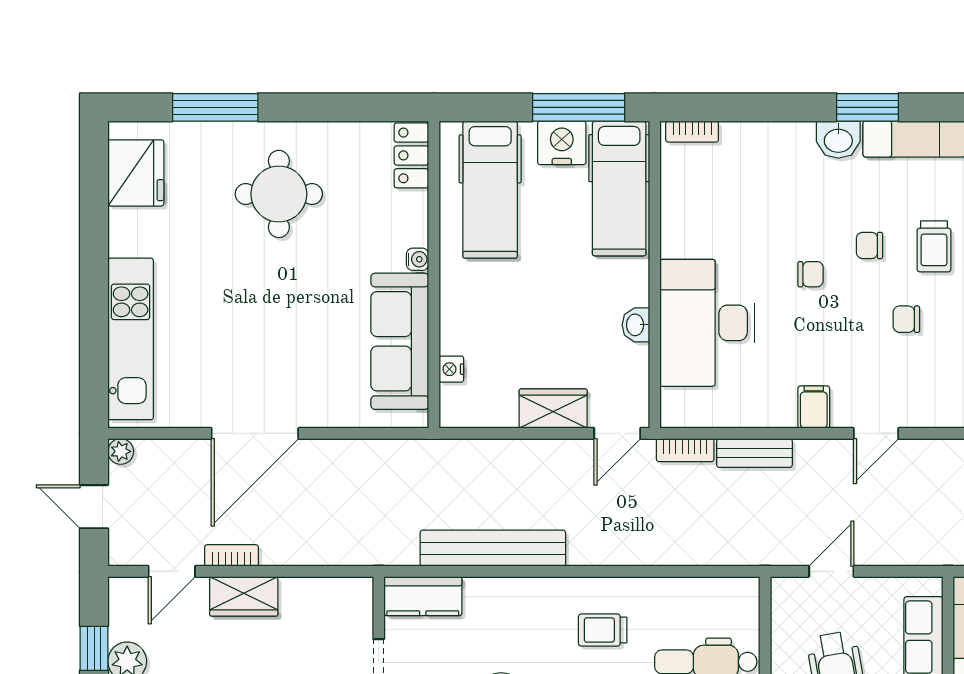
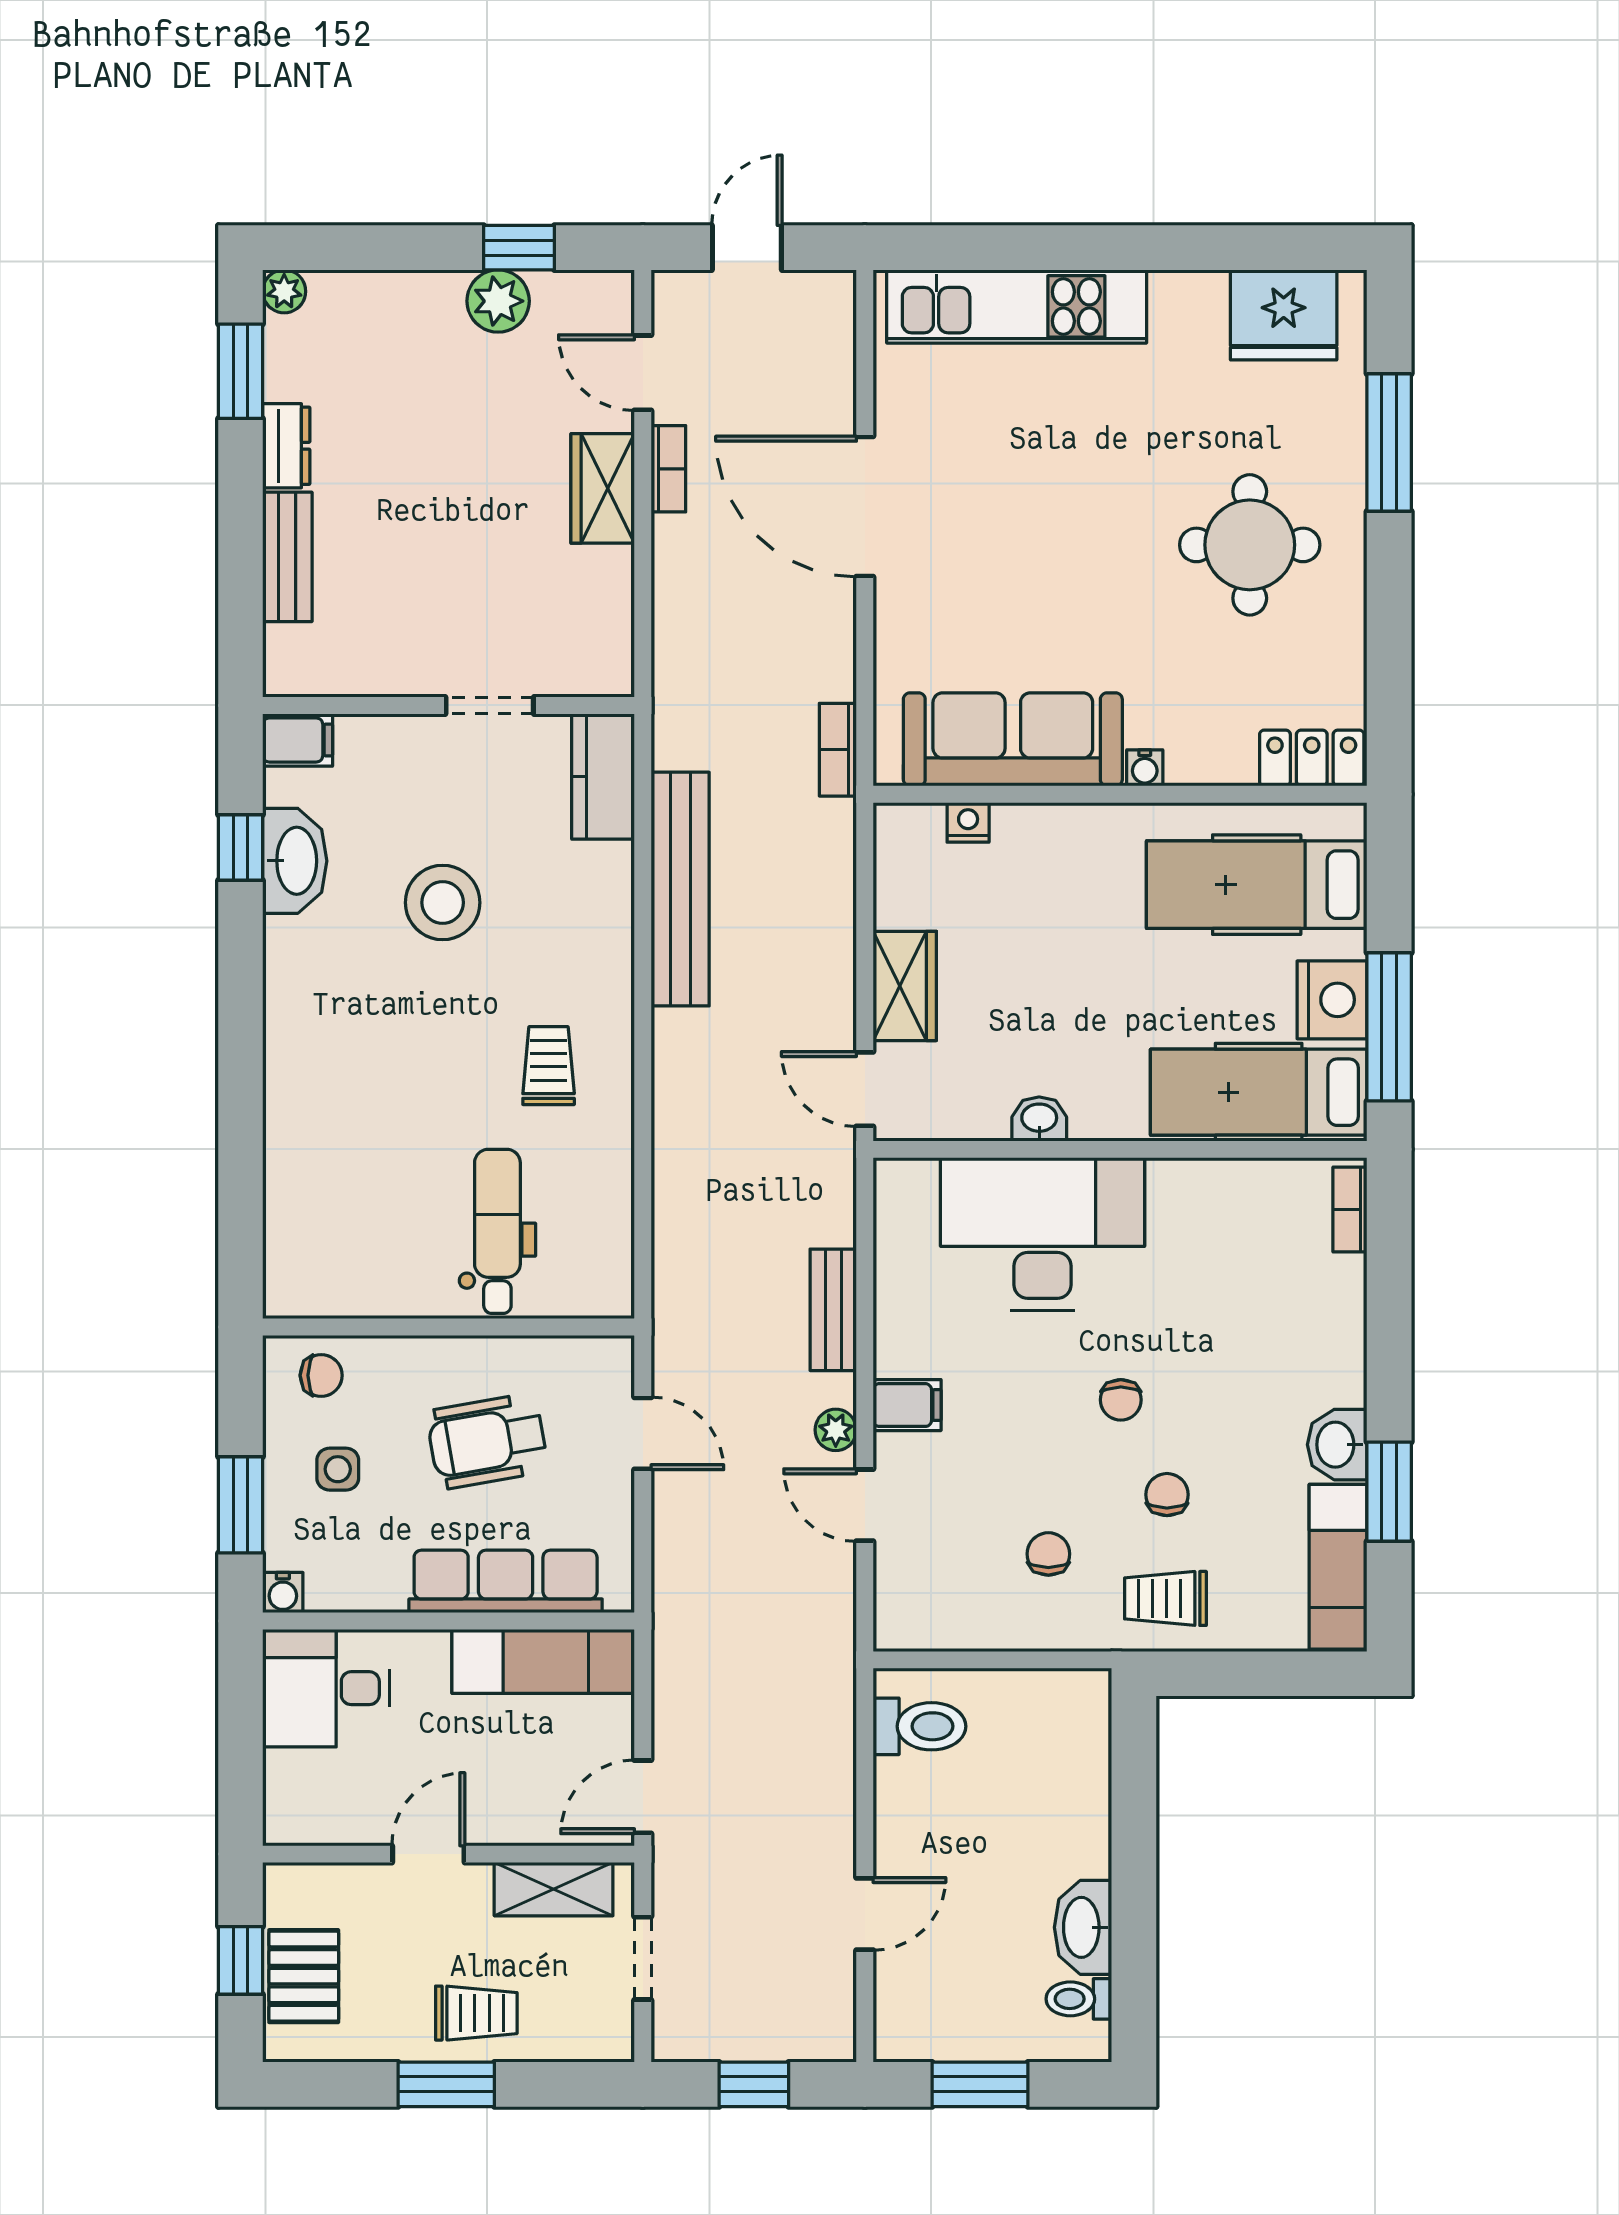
bookcase: (685, 450) -> (838, 750), moved
plant: (121, 451) -> (836, 1430), moved

